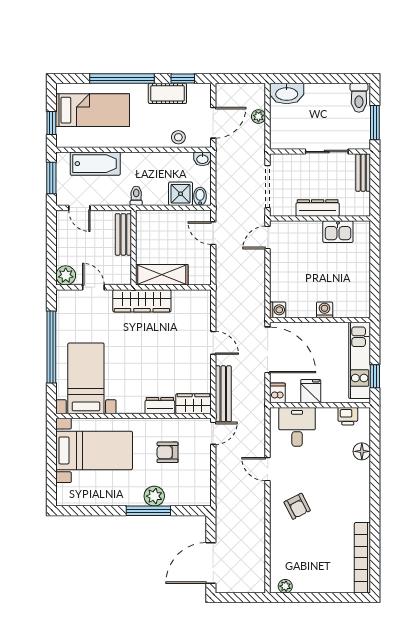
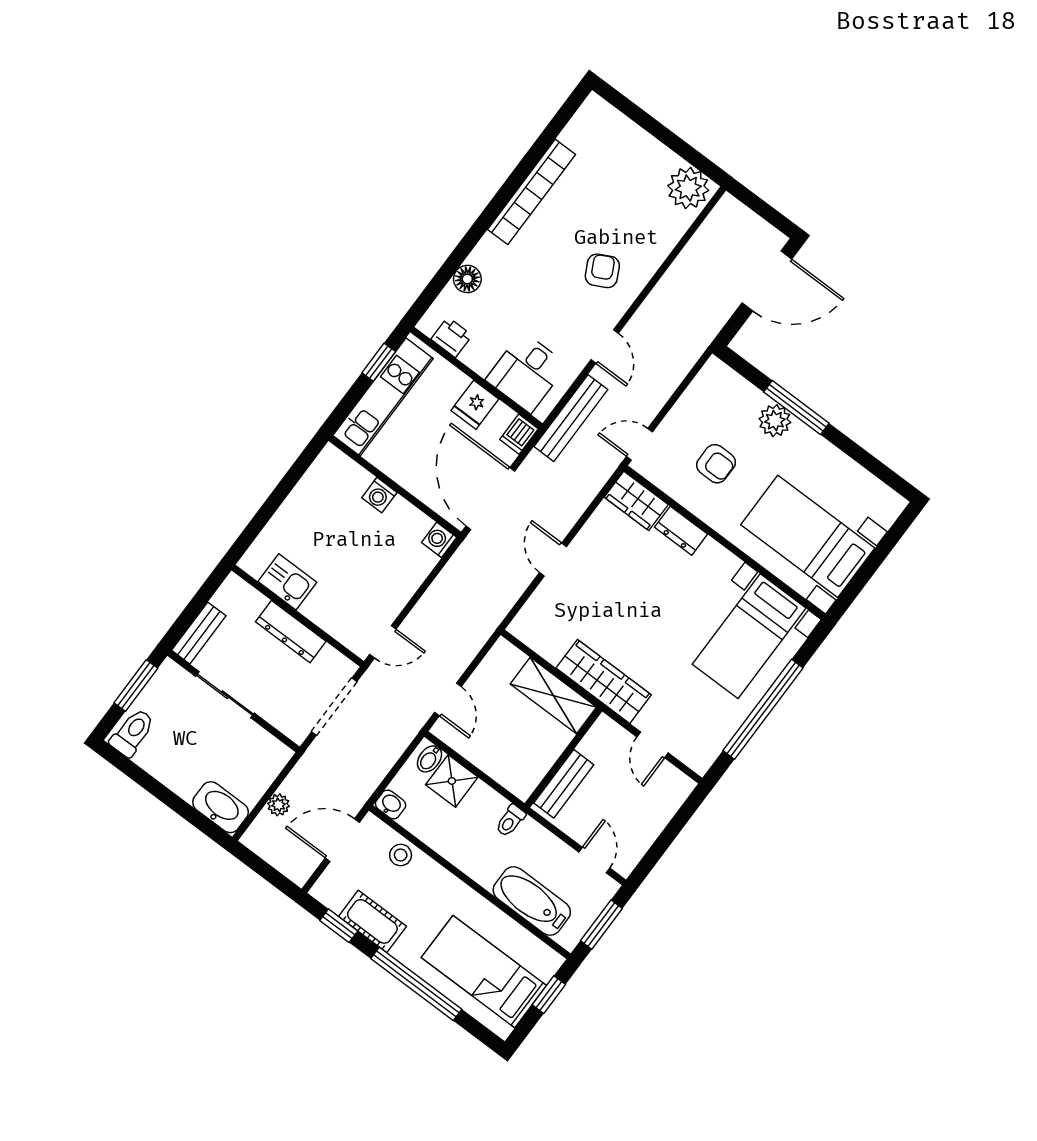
plant: (66, 275) -> (676, 787), removed
bench: (223, 394) -> (571, 418), moved
bookcase: (362, 558) -> (531, 192), moved
plant: (285, 586) -> (688, 188), width x1.87, depth x1.87

